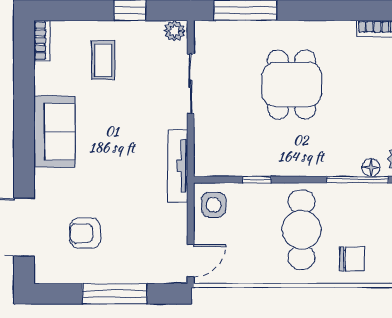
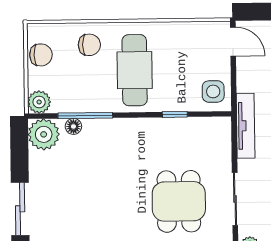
dining table: (292, 84) -> (179, 201), moved
chair: (352, 259) -> (89, 45), turned 180
door: (191, 261) -> (233, 42), swing flipped

